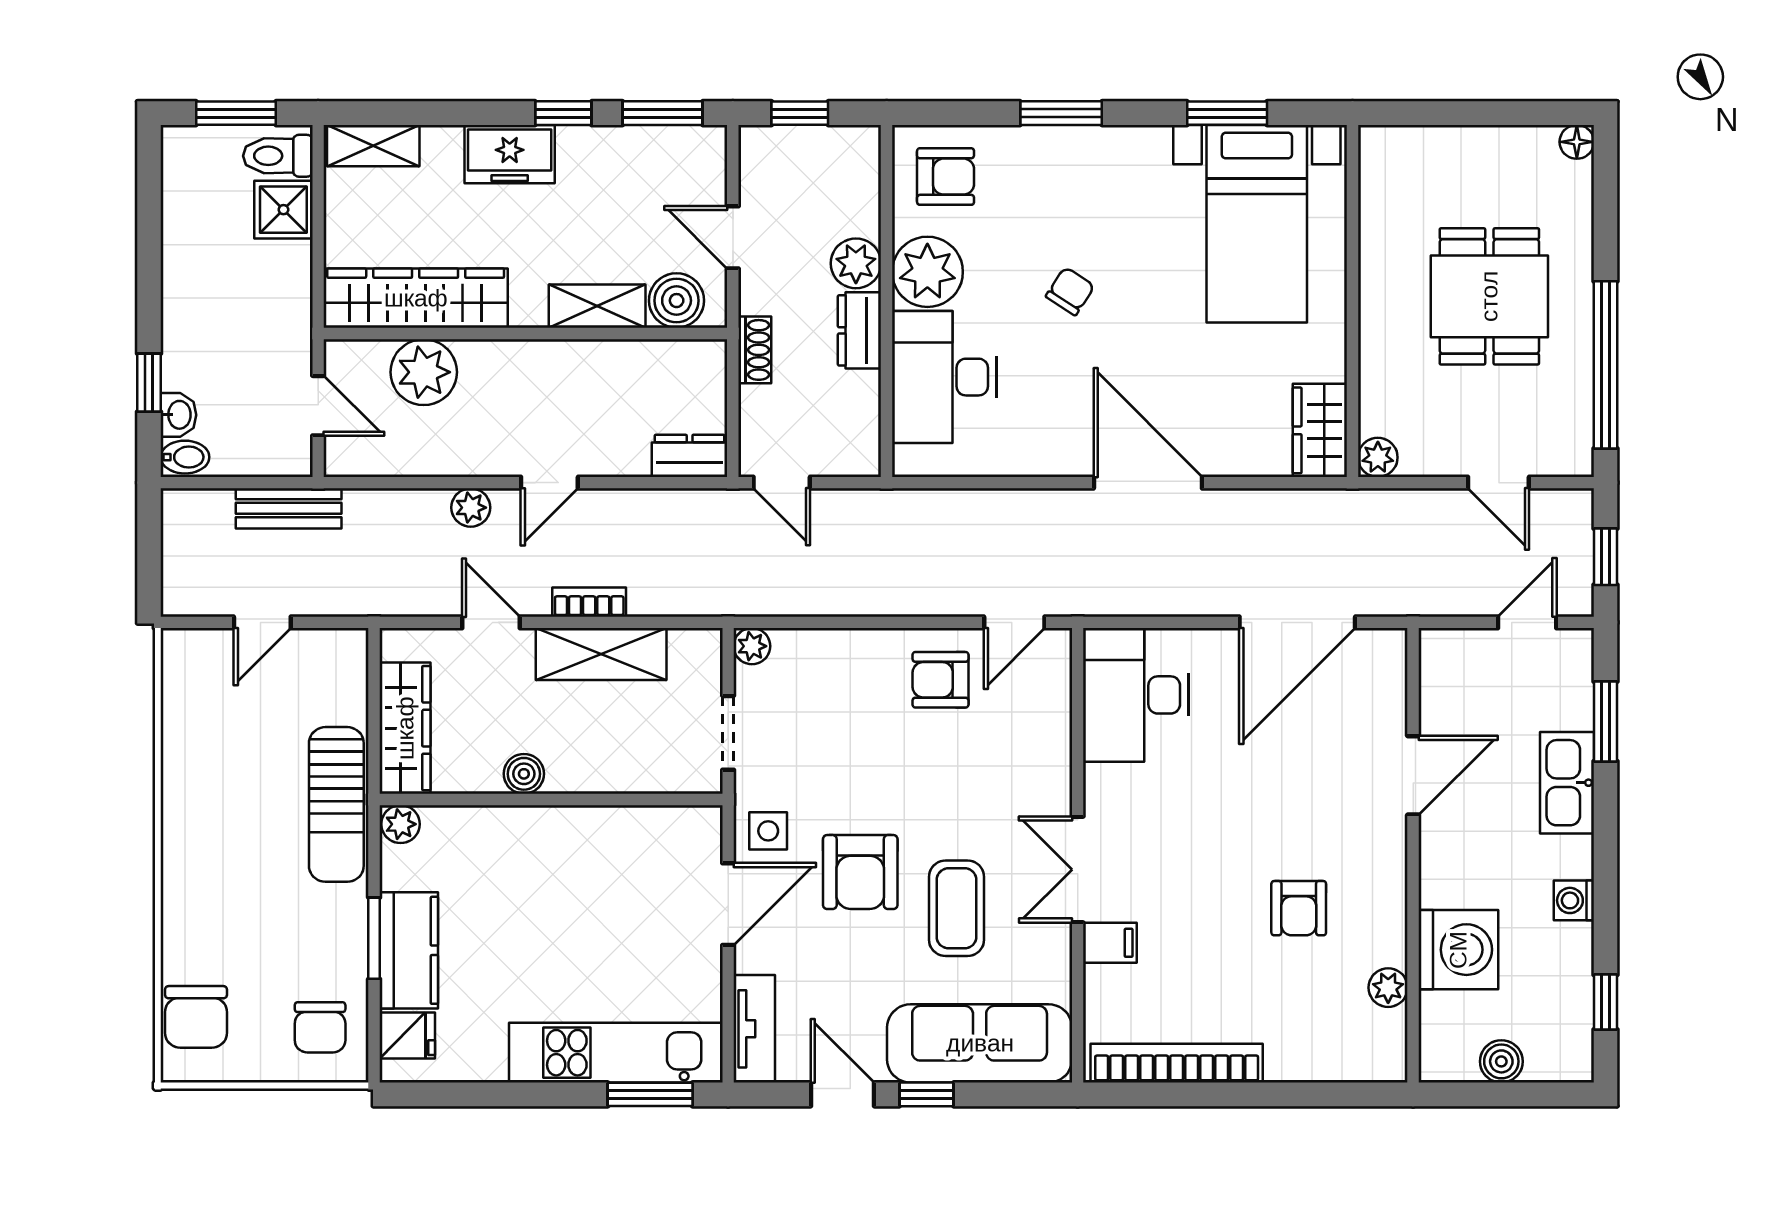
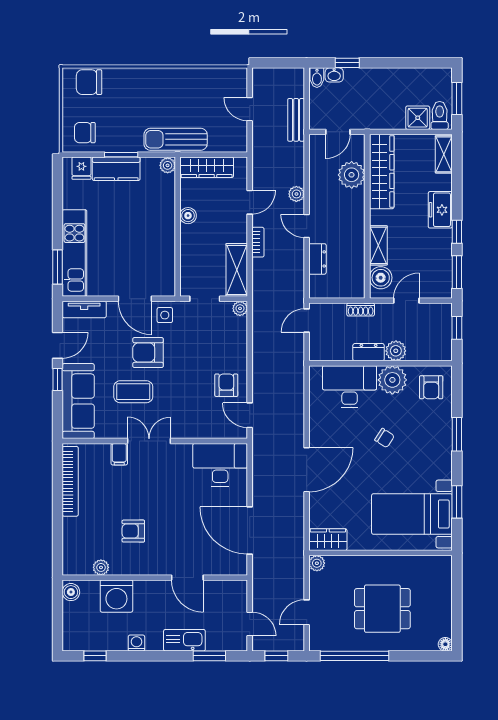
dresser: (690, 456) -> (317, 259), moved
shelving: (601, 654) -> (237, 270), moved
boiler: (1501, 1061) -> (71, 592), moved

